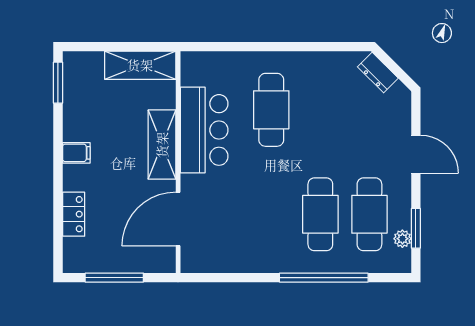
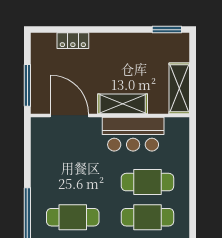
cafe table: (320, 110) -> (147, 217), added
filing cabinet: (76, 153) -> (117, 43), removed
window: (114, 278) -> (27, 85), moved

